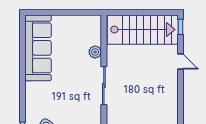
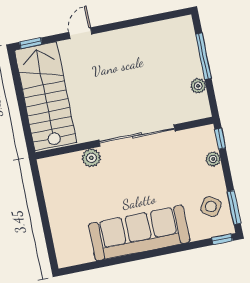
sofa: (38, 48) -> (139, 233), moved
sliding door: (104, 86) -> (137, 136), width x1.36

